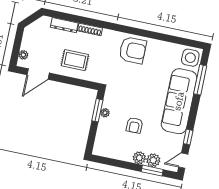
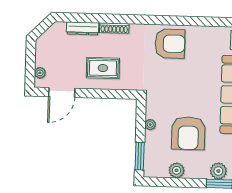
window: (97, 110) -> (140, 156), moved
armchair: (134, 125) -> (188, 133), width x1.88, depth x1.88
plant: (139, 158) -> (177, 170), moved

